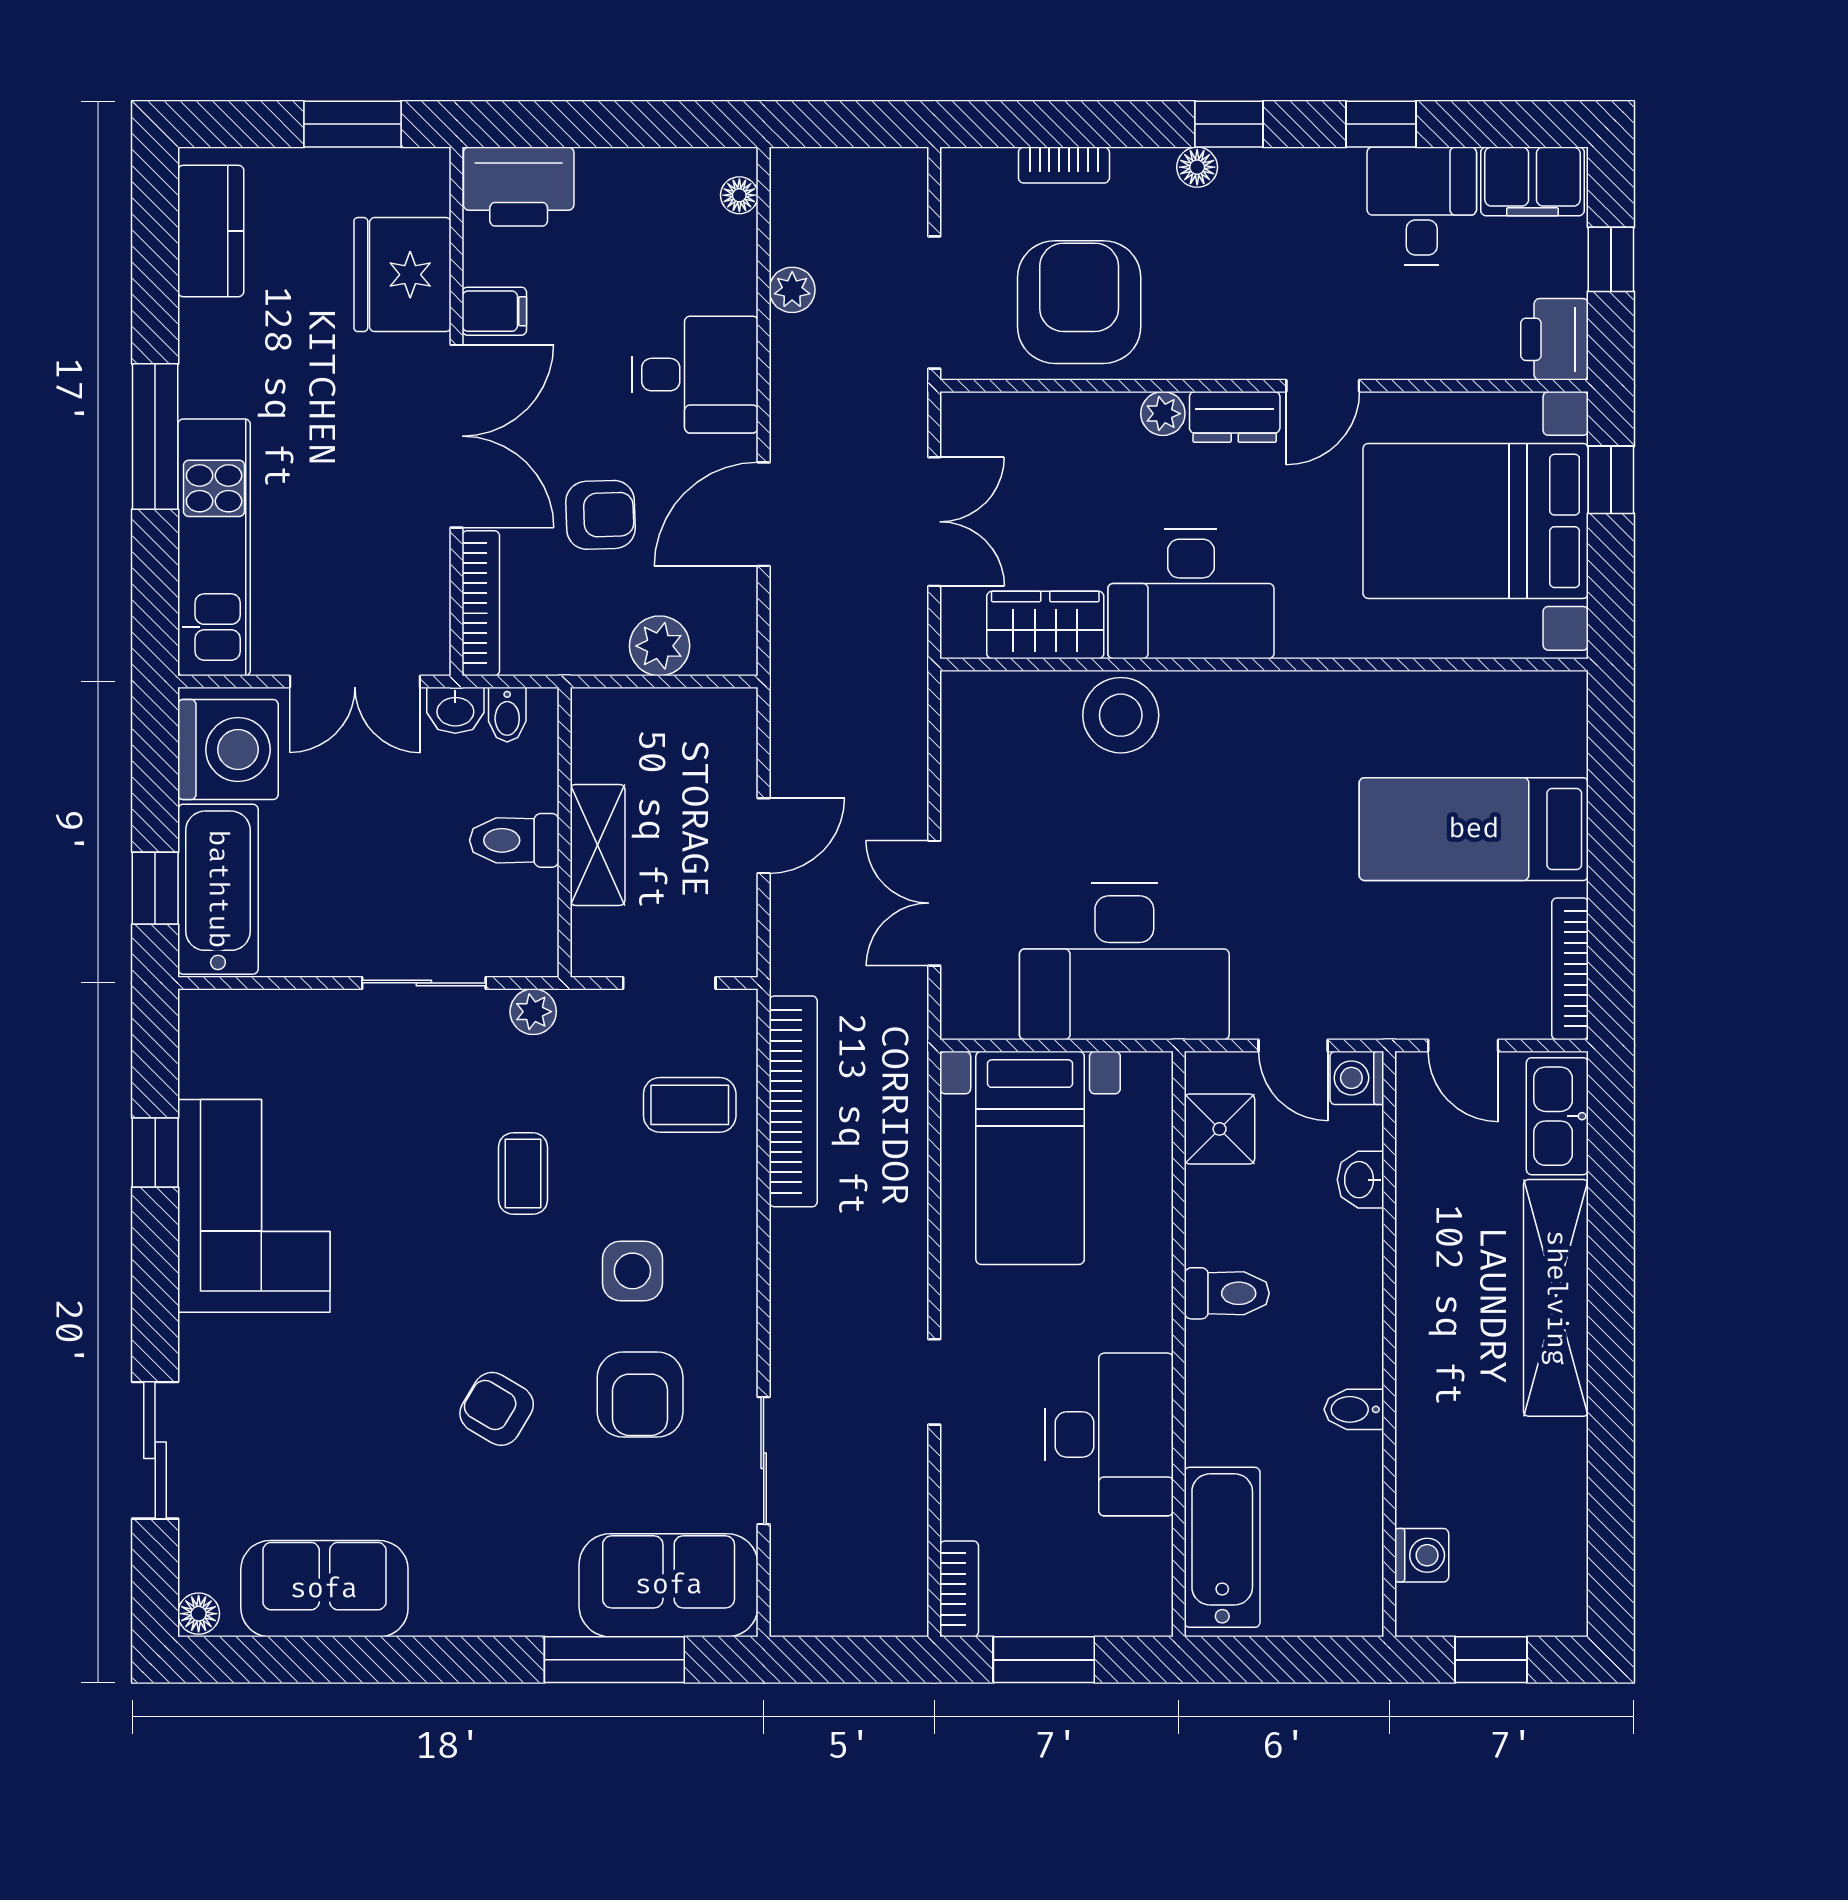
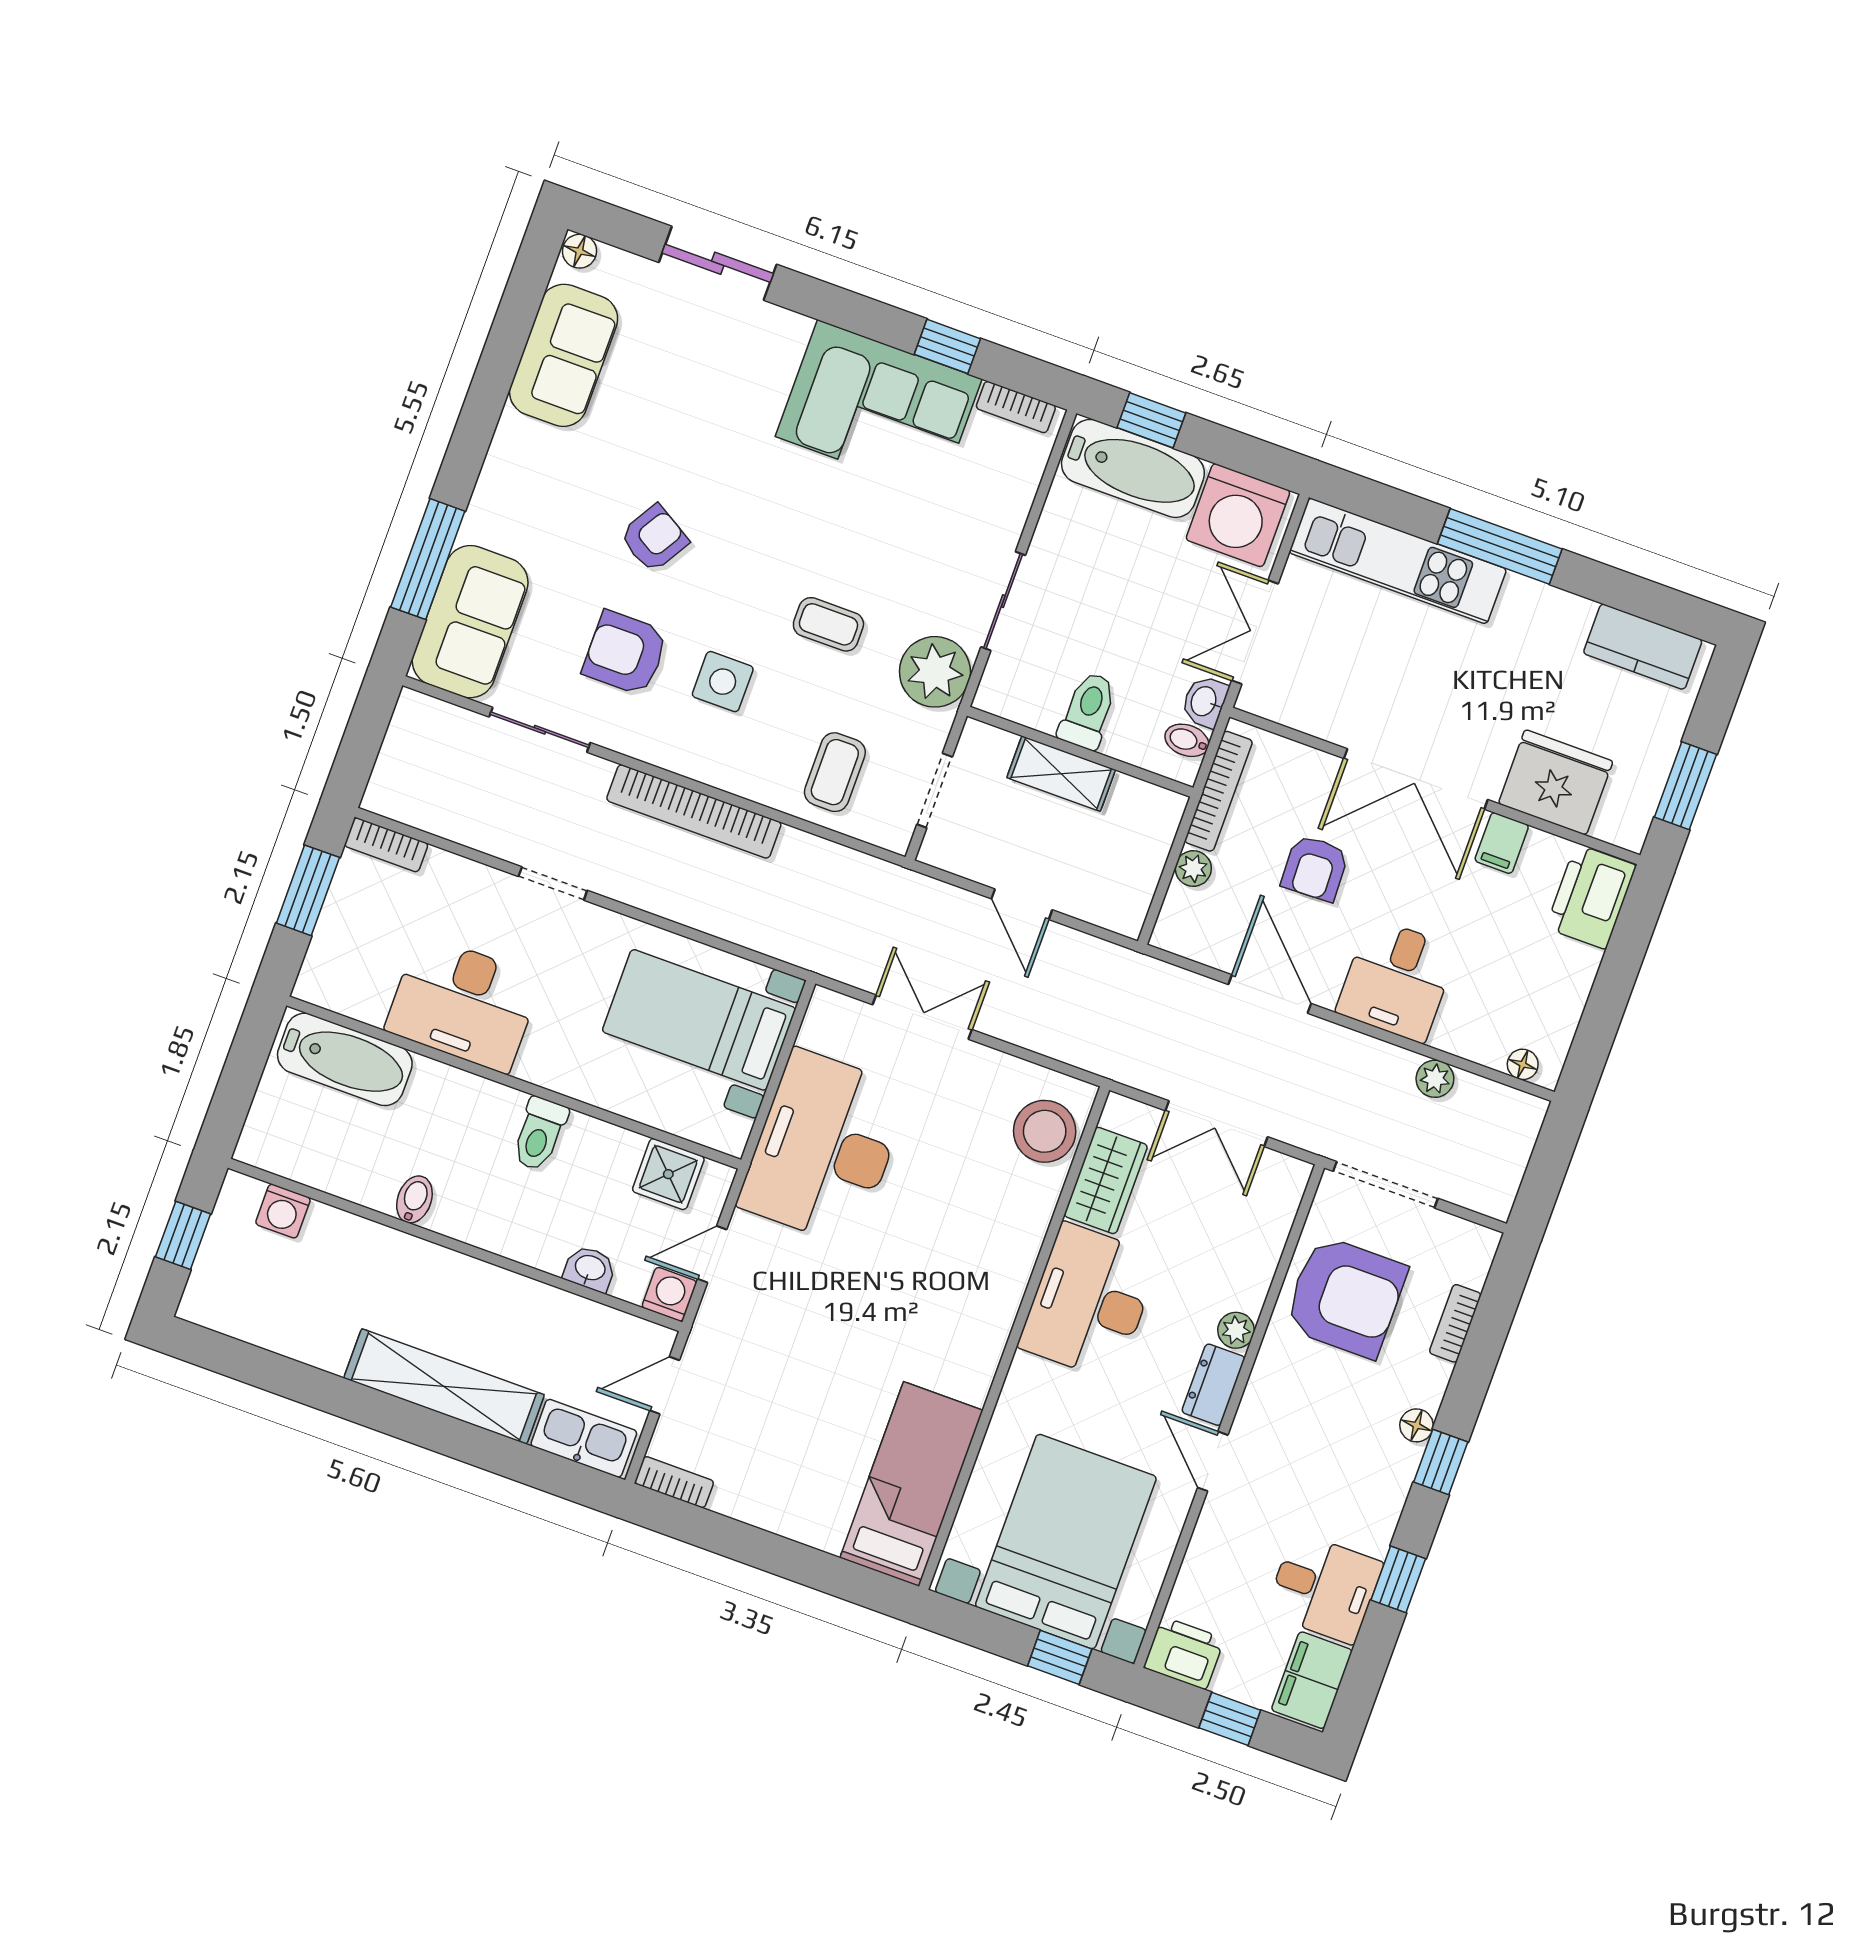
bookcase: (481, 603) -> (1218, 791), moved, turned -90
plant: (660, 646) -> (1193, 868), width x0.73, depth x0.73
stool: (1121, 715) -> (1045, 1131), moved
bed: (1474, 829) -> (911, 1484), moved
bookcase: (1570, 969) -> (674, 1482), width x0.64
plant: (533, 1012) -> (935, 672), width x1.87, depth x1.87
bookcase: (196, 1049) -> (1016, 407), added
bookcase: (793, 1101) -> (694, 811), moved

